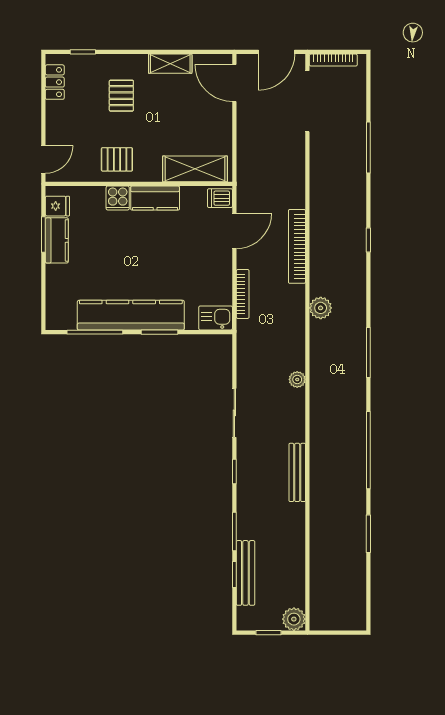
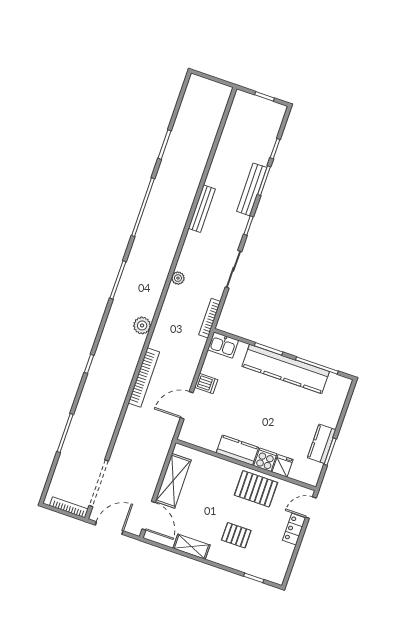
locker: (55, 82) -> (294, 529), moved
pallet: (121, 96) -> (236, 535), turned 90
pallet: (117, 159) -> (256, 489), width x1.50, depth x1.42
shelving: (195, 169) -> (173, 481), moved, turned 90
dishwasher: (220, 198) -> (206, 383), moved
fridge: (57, 206) -> (283, 466), moved, turned 90
bookcase: (243, 294) -> (210, 318), moved
bench: (245, 573) -> (252, 189), moved
plant: (294, 619) -> (242, 100), removed

